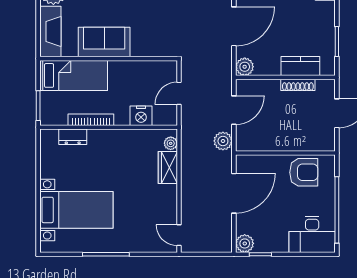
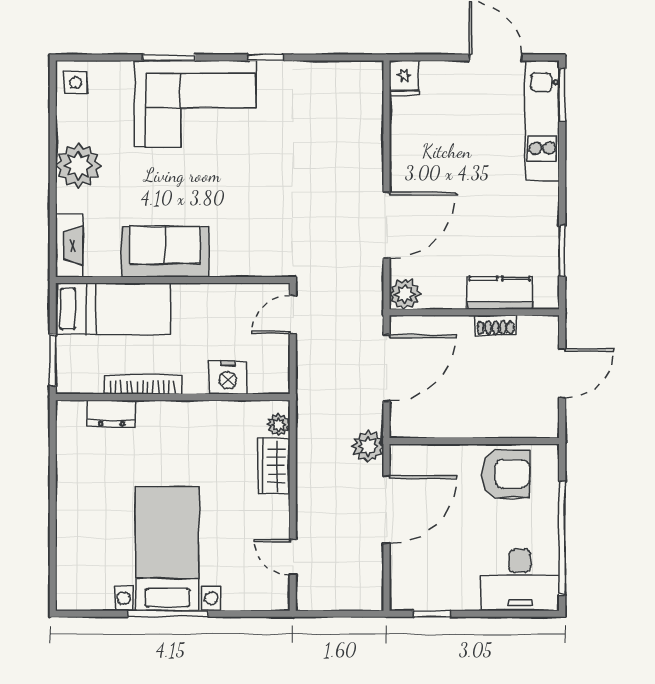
fireplace: (50, 31) -> (69, 245), width x0.73, depth x0.76
shoe rack: (298, 85) -> (496, 325), width x0.70
door: (179, 93) -> (293, 315), moved
door: (234, 110) -> (386, 368), width x1.36
plant: (223, 141) -> (368, 446), moved
bed with nightstands: (76, 210) -> (167, 549), moved, turned -90
door: (179, 235) -> (293, 557), moved
plant: (245, 243) -> (405, 595), removed

